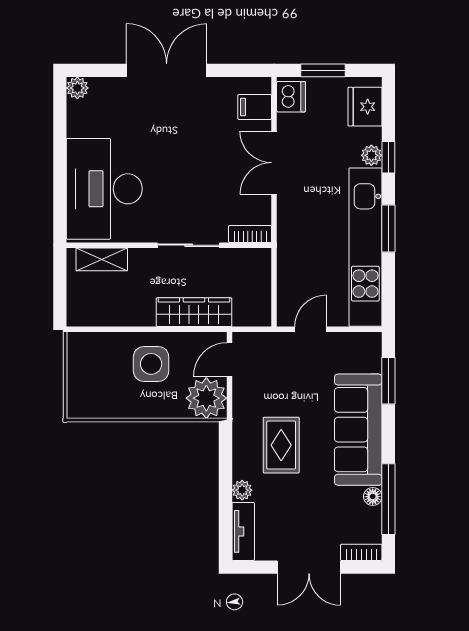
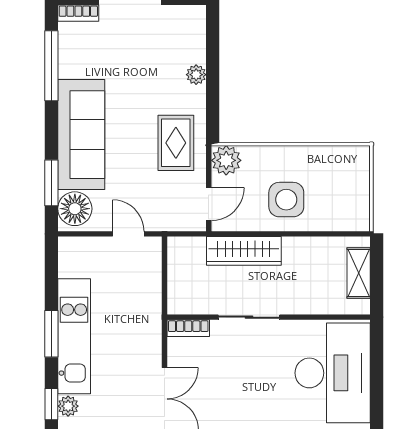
kitchen unit: (365, 247) -> (74, 336), width x0.73
shelving: (102, 259) -> (359, 273), moved, turned 90
door: (311, 329) -> (128, 234), swing flipped
plant: (206, 398) -> (226, 160), width x0.73, depth x0.73
rug: (281, 445) -> (176, 143), moved
floor lamp: (373, 497) -> (75, 209), moved, width x1.89, depth x1.89
tv unit: (243, 531) -> (195, 34), removed

